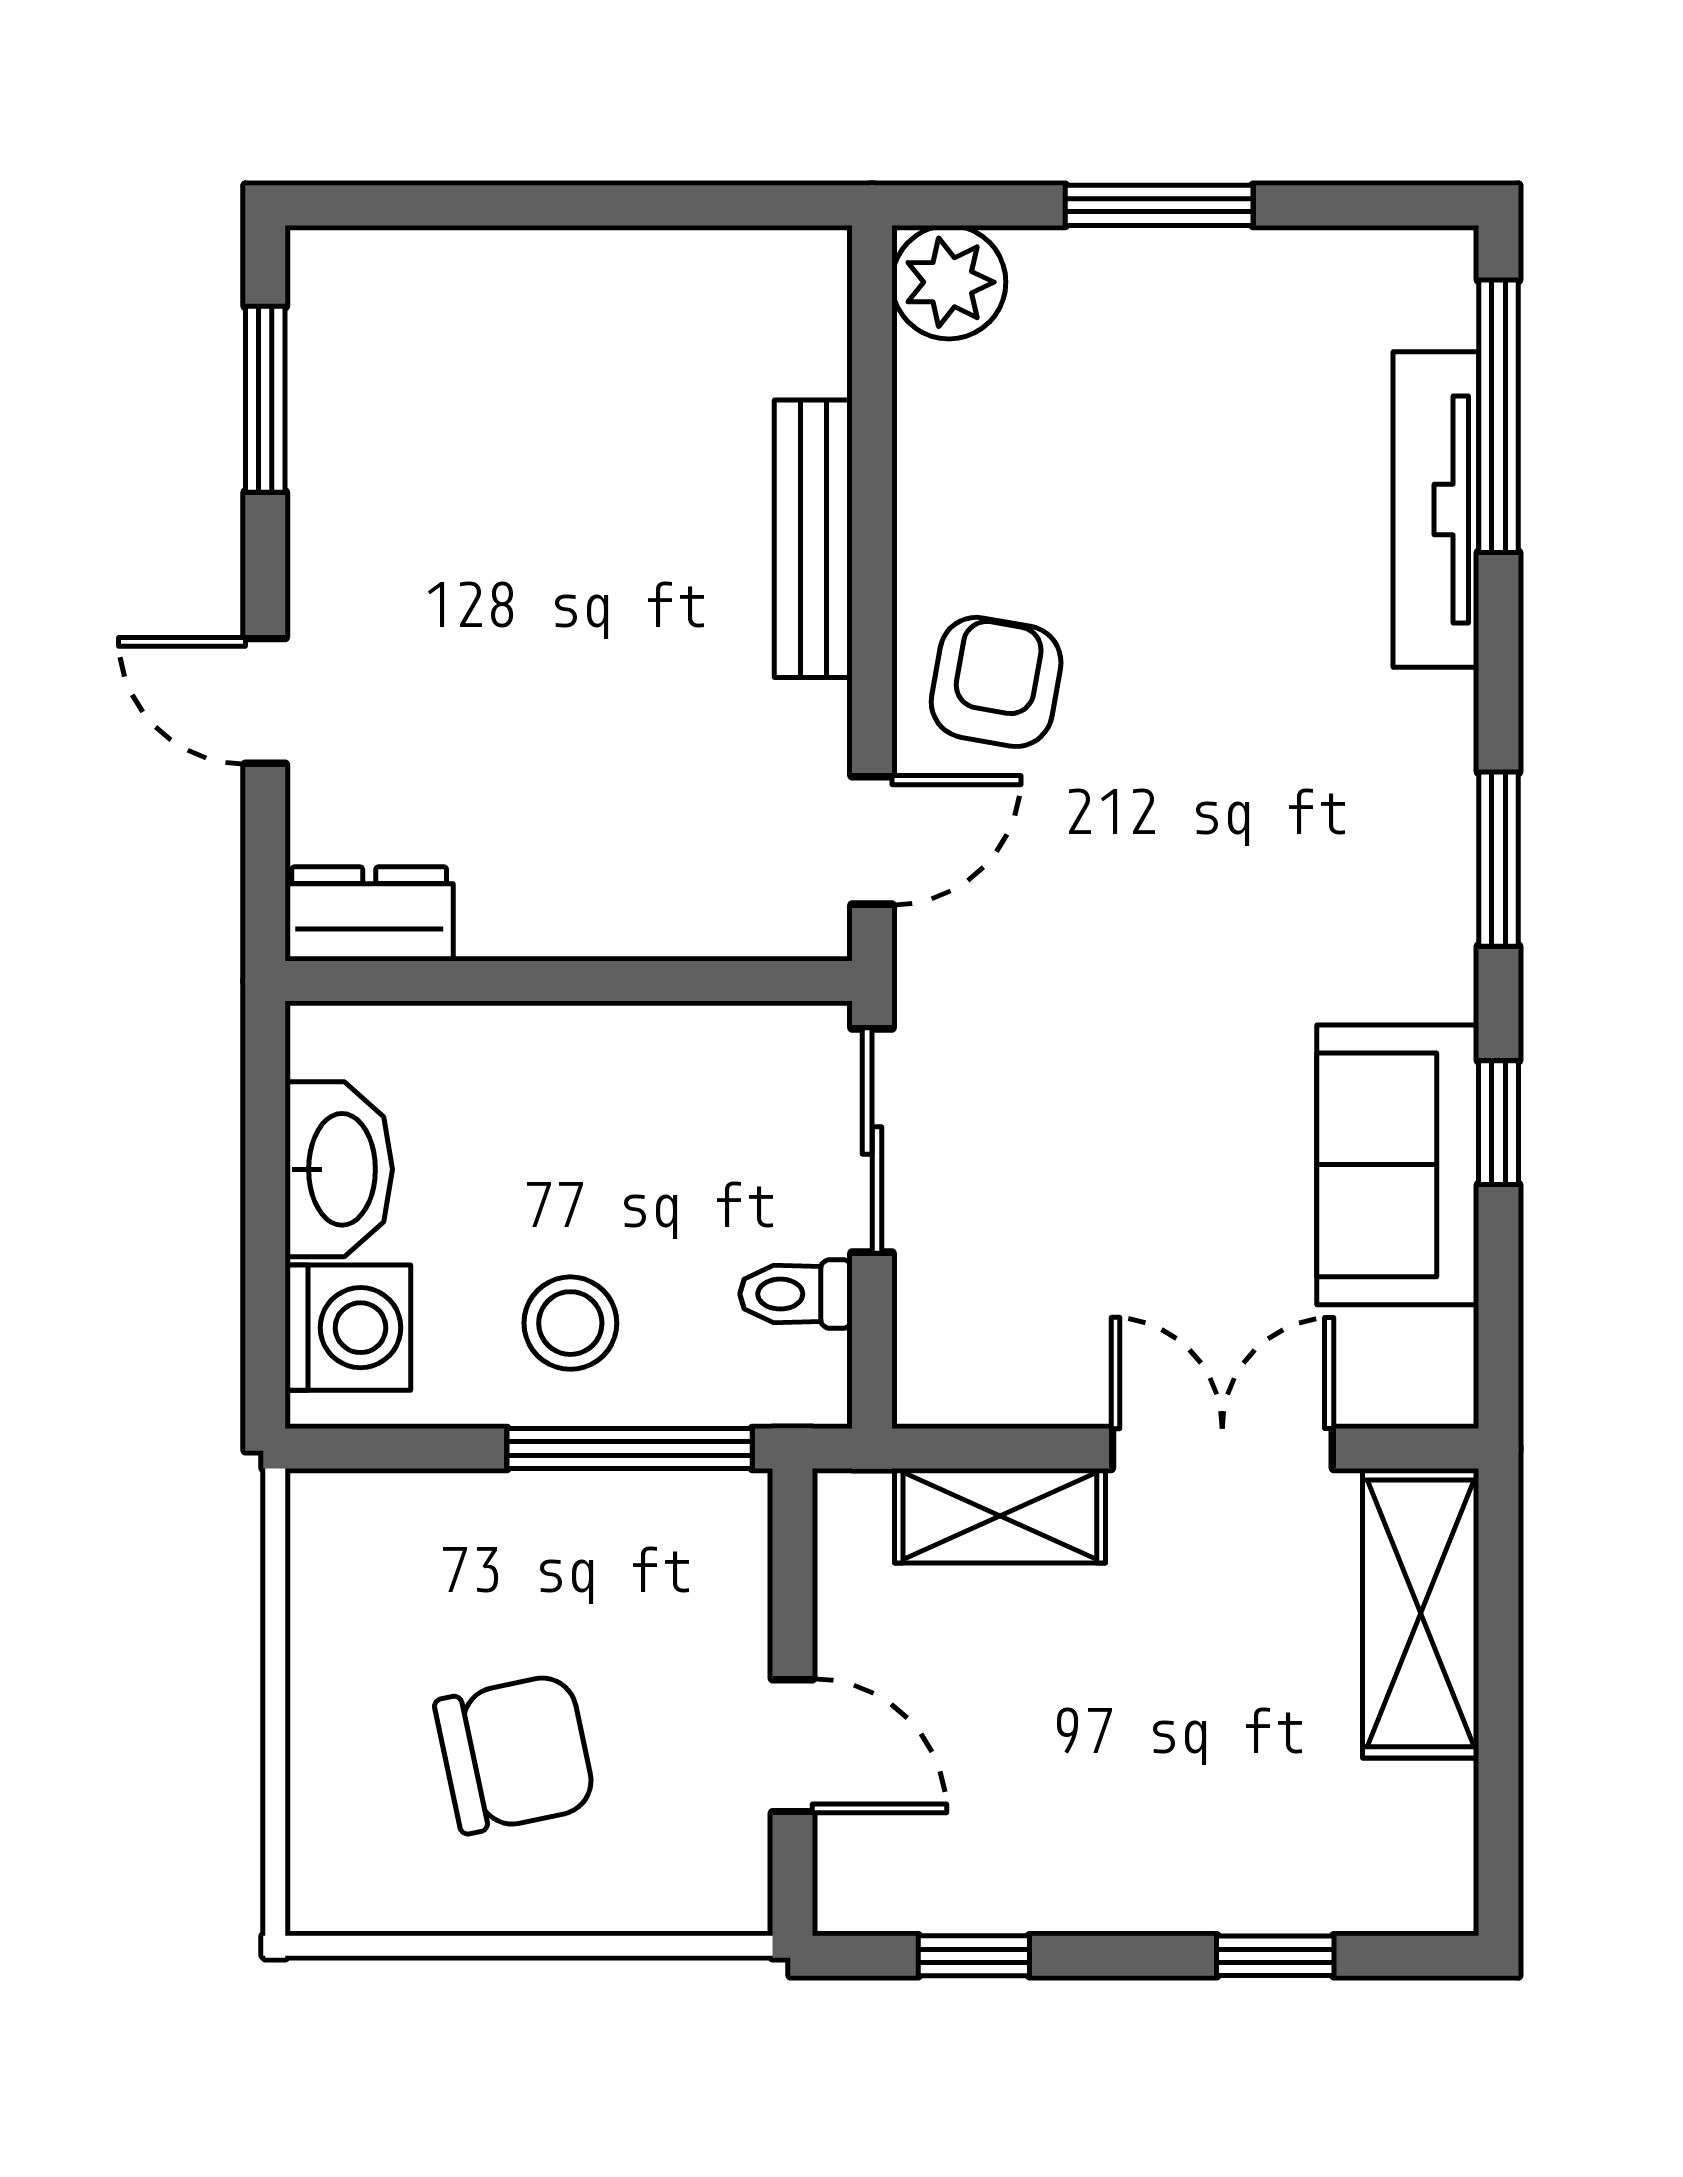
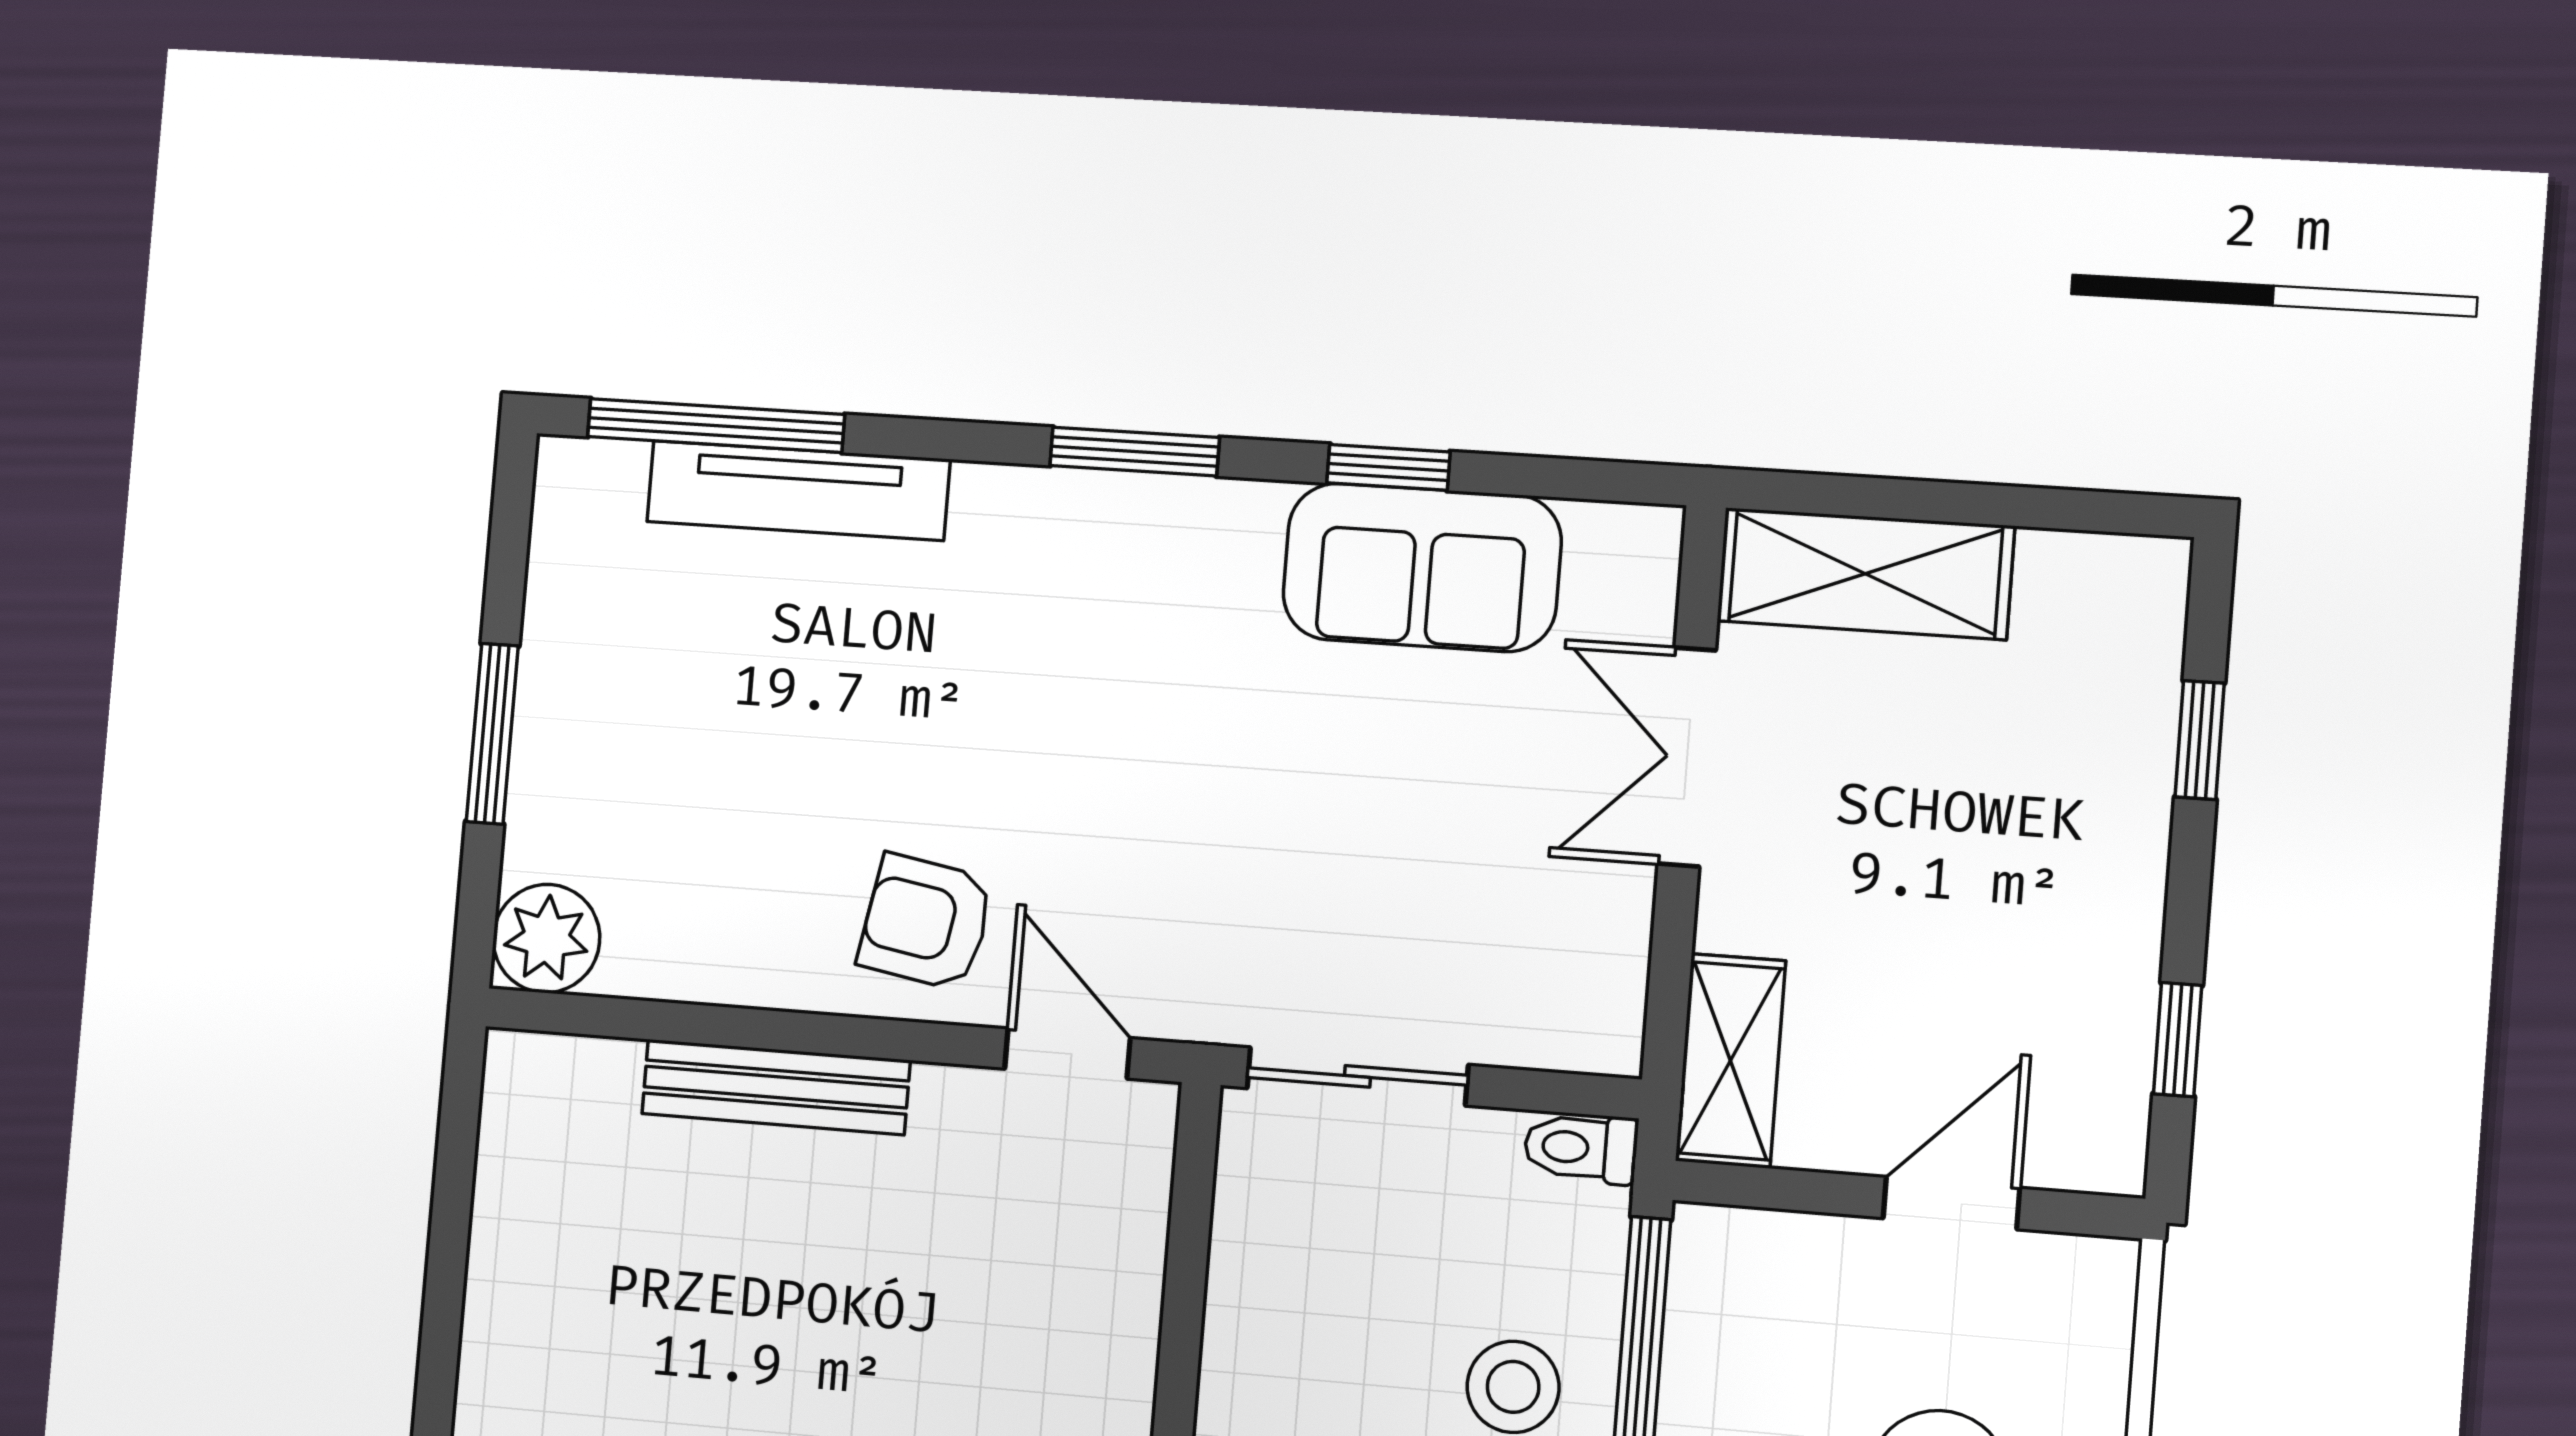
toilet: (796, 1294) -> (1581, 1148), moved, turned 90
shelving: (1000, 1516) -> (1731, 1061), moved

